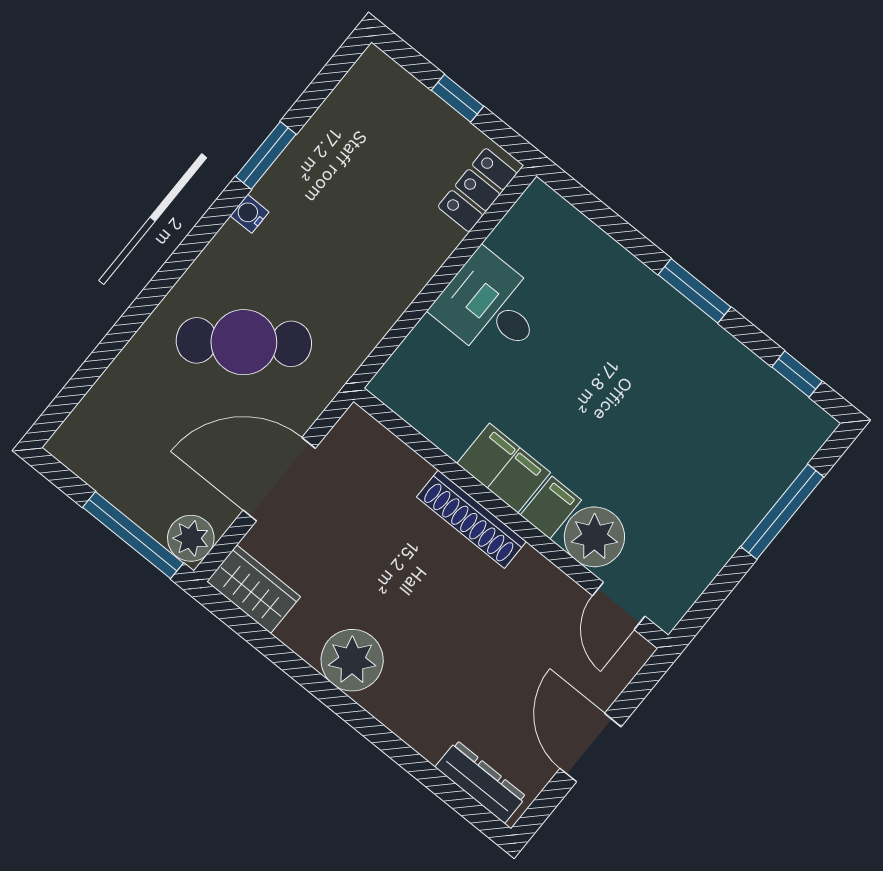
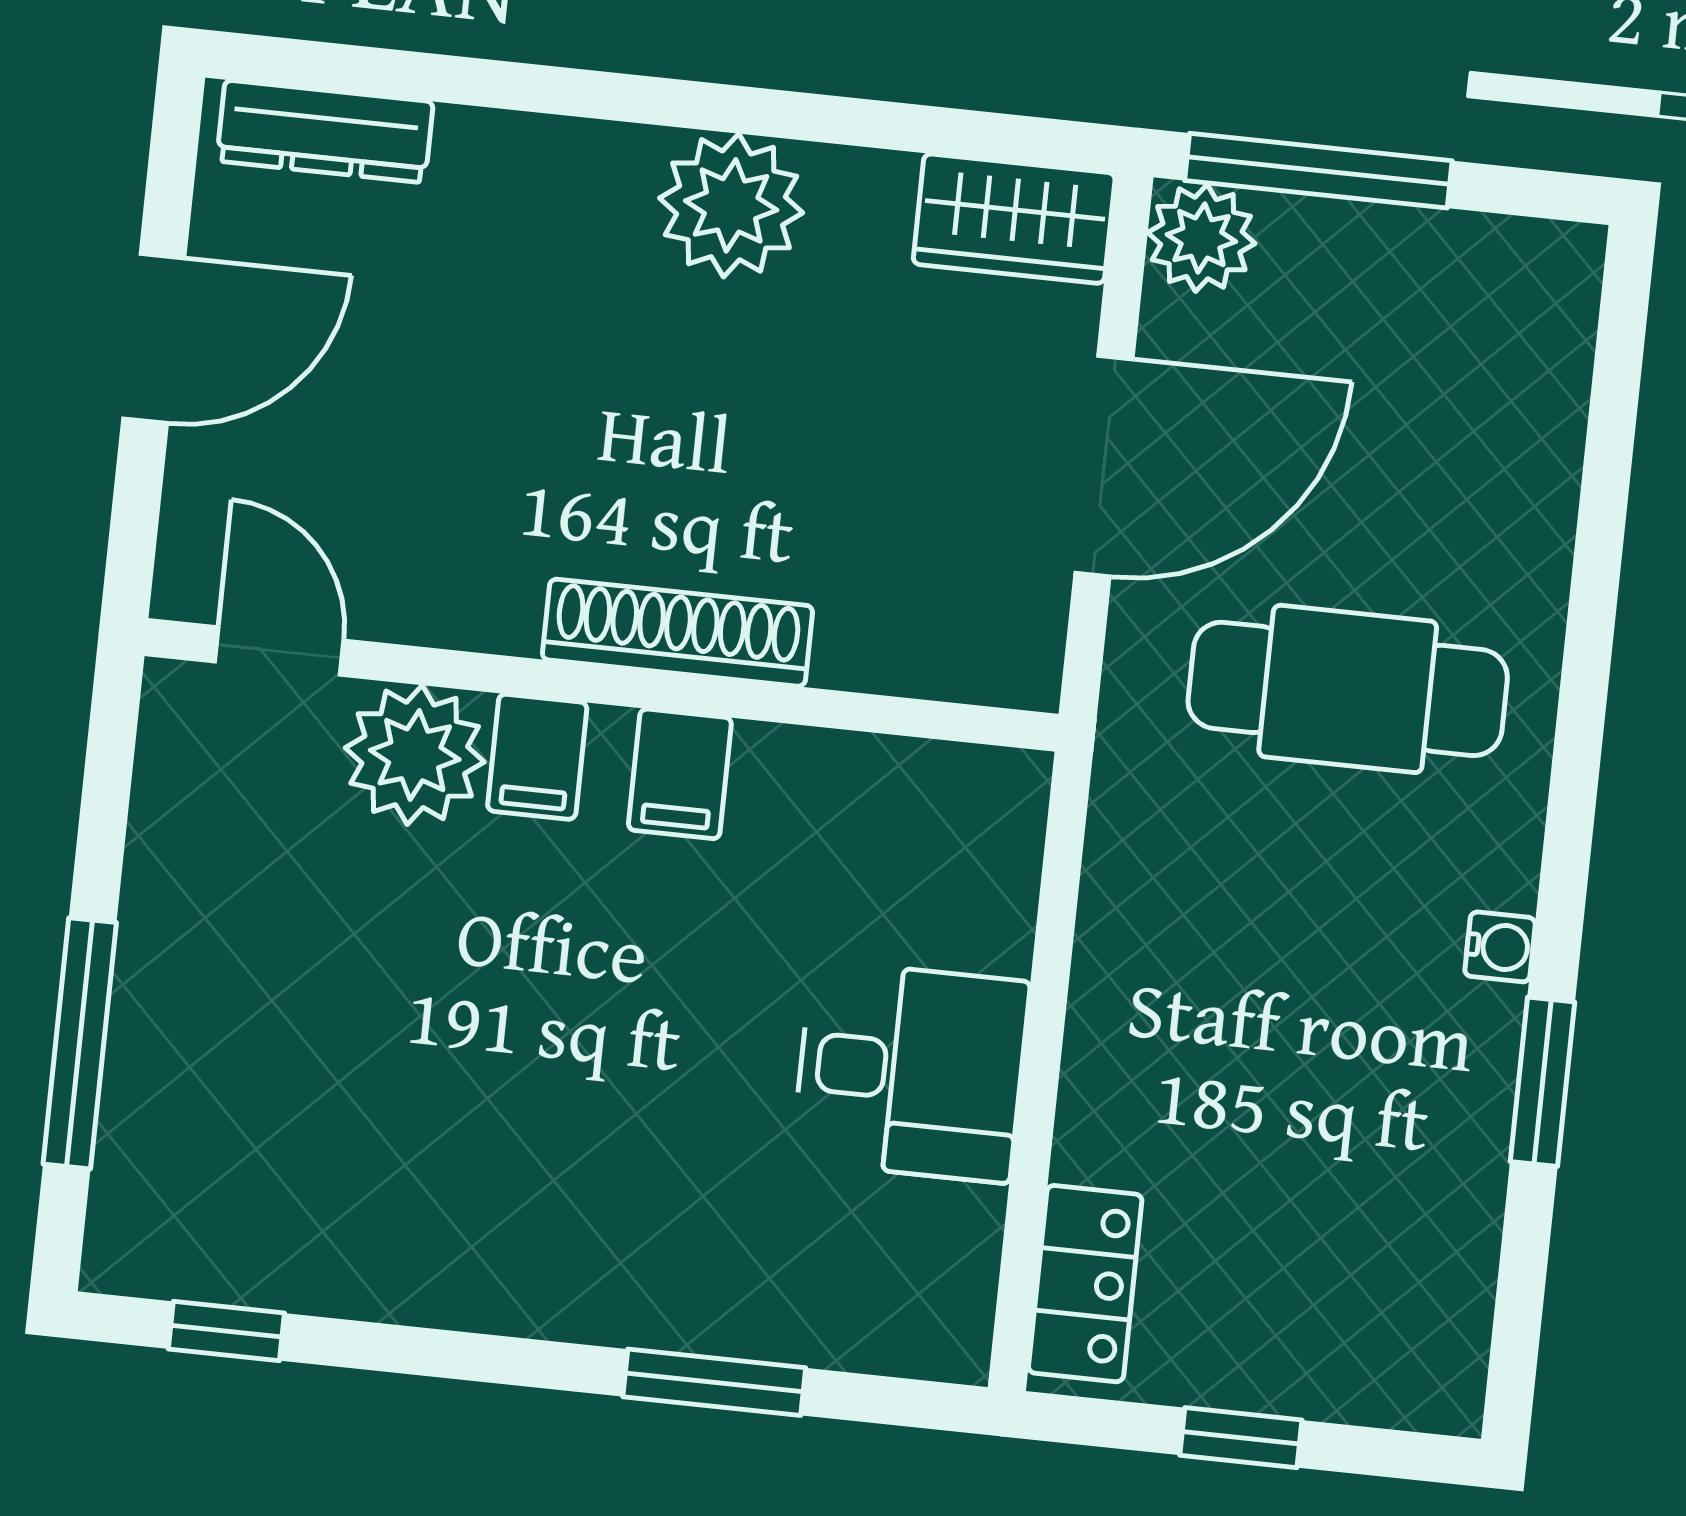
window: (695, 291) -> (714, 1382), moved
cafe table: (244, 342) -> (1348, 689), turned 37
filing cabinet: (504, 468) -> (680, 774), width x0.50
door: (591, 748) -> (154, 338), hinge flipped

